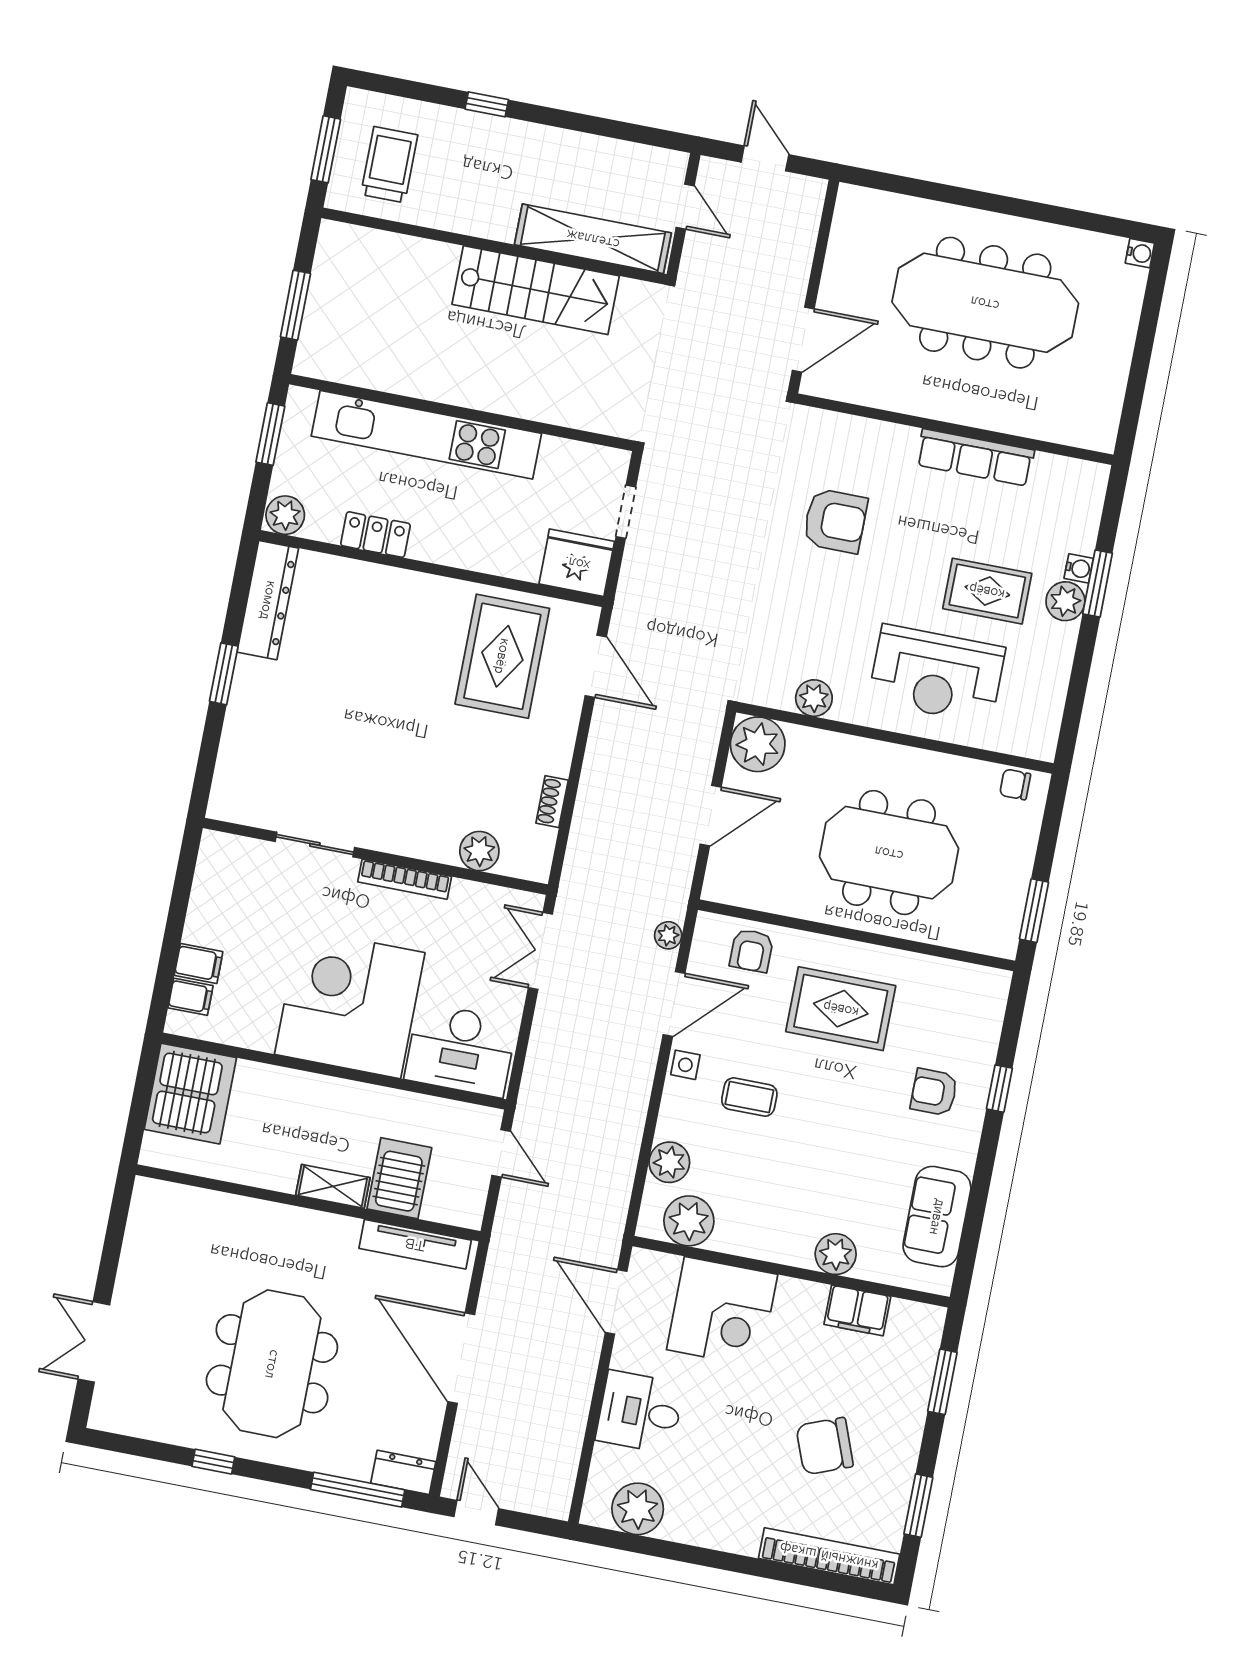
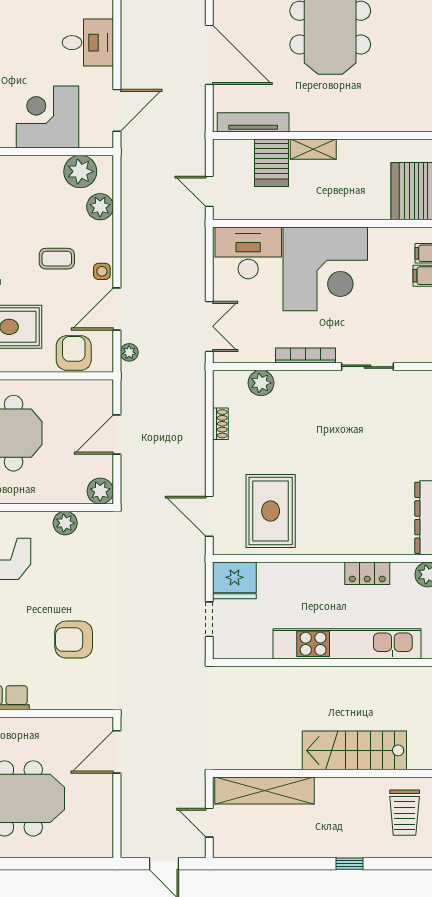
stairs: (536, 290) -> (354, 750), moved
plant: (758, 744) -> (100, 491), width x0.73, depth x0.73
armchair: (751, 951) -> (74, 353), width x1.38, depth x1.38
door: (616, 1302) -> (117, 110), hinge flipped

